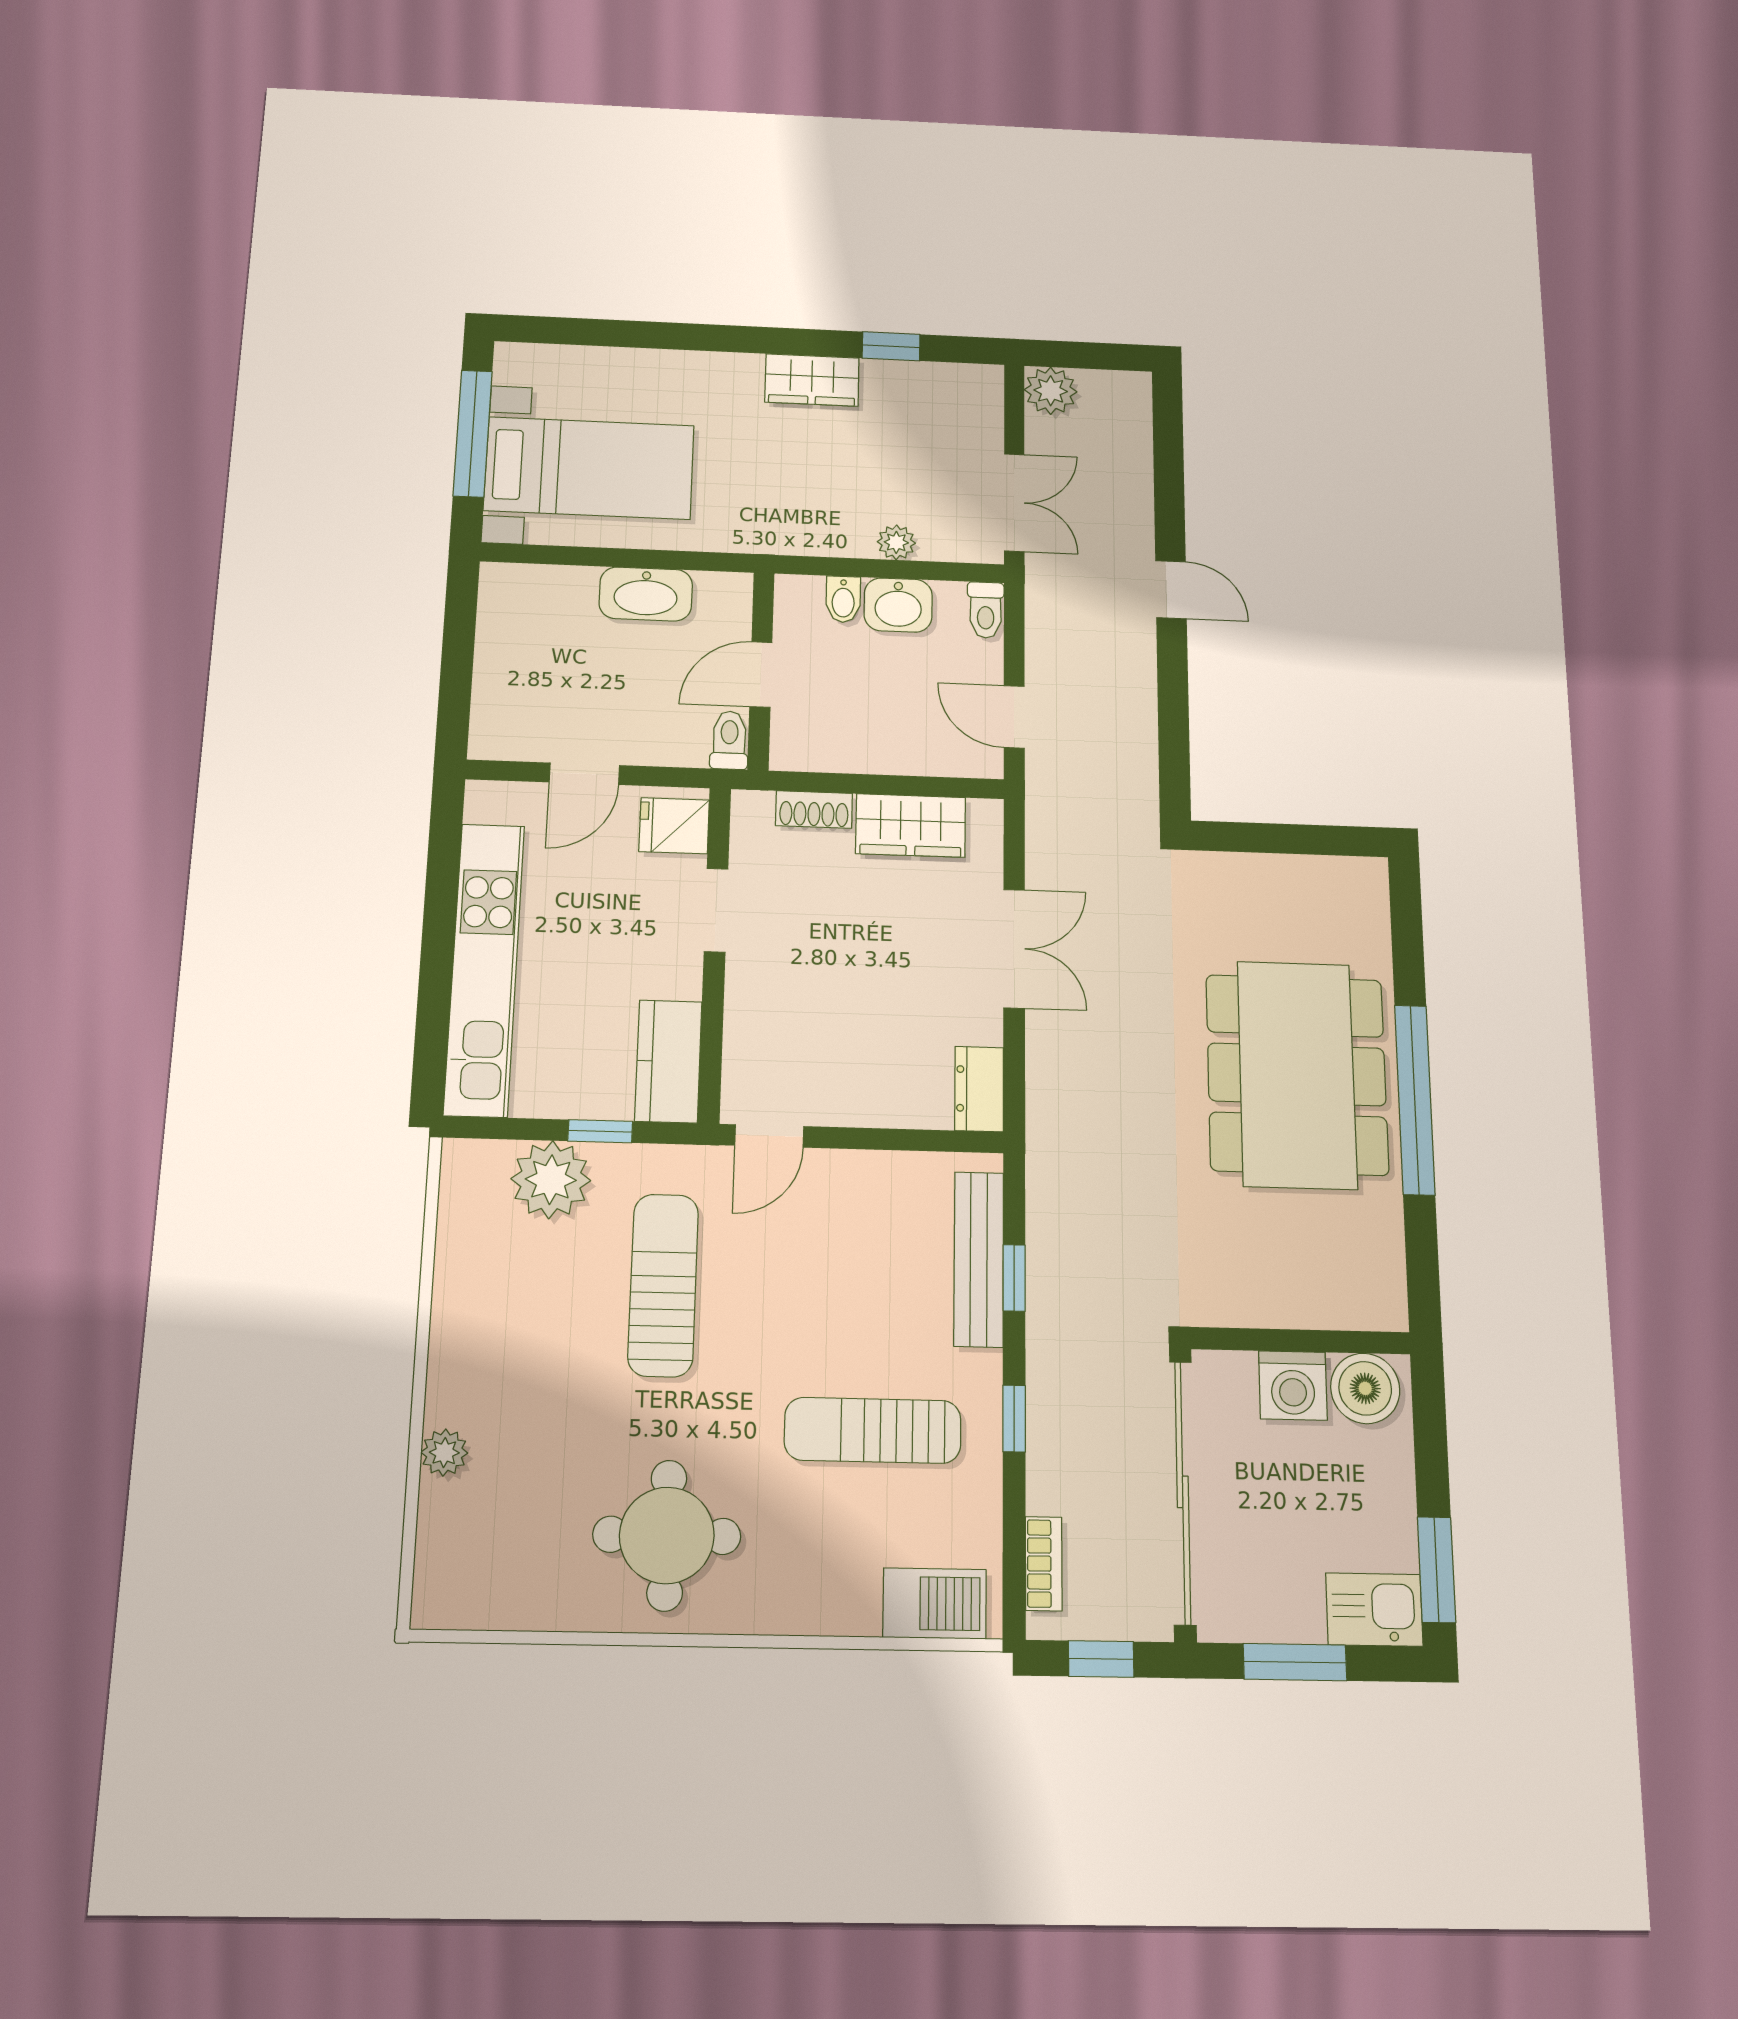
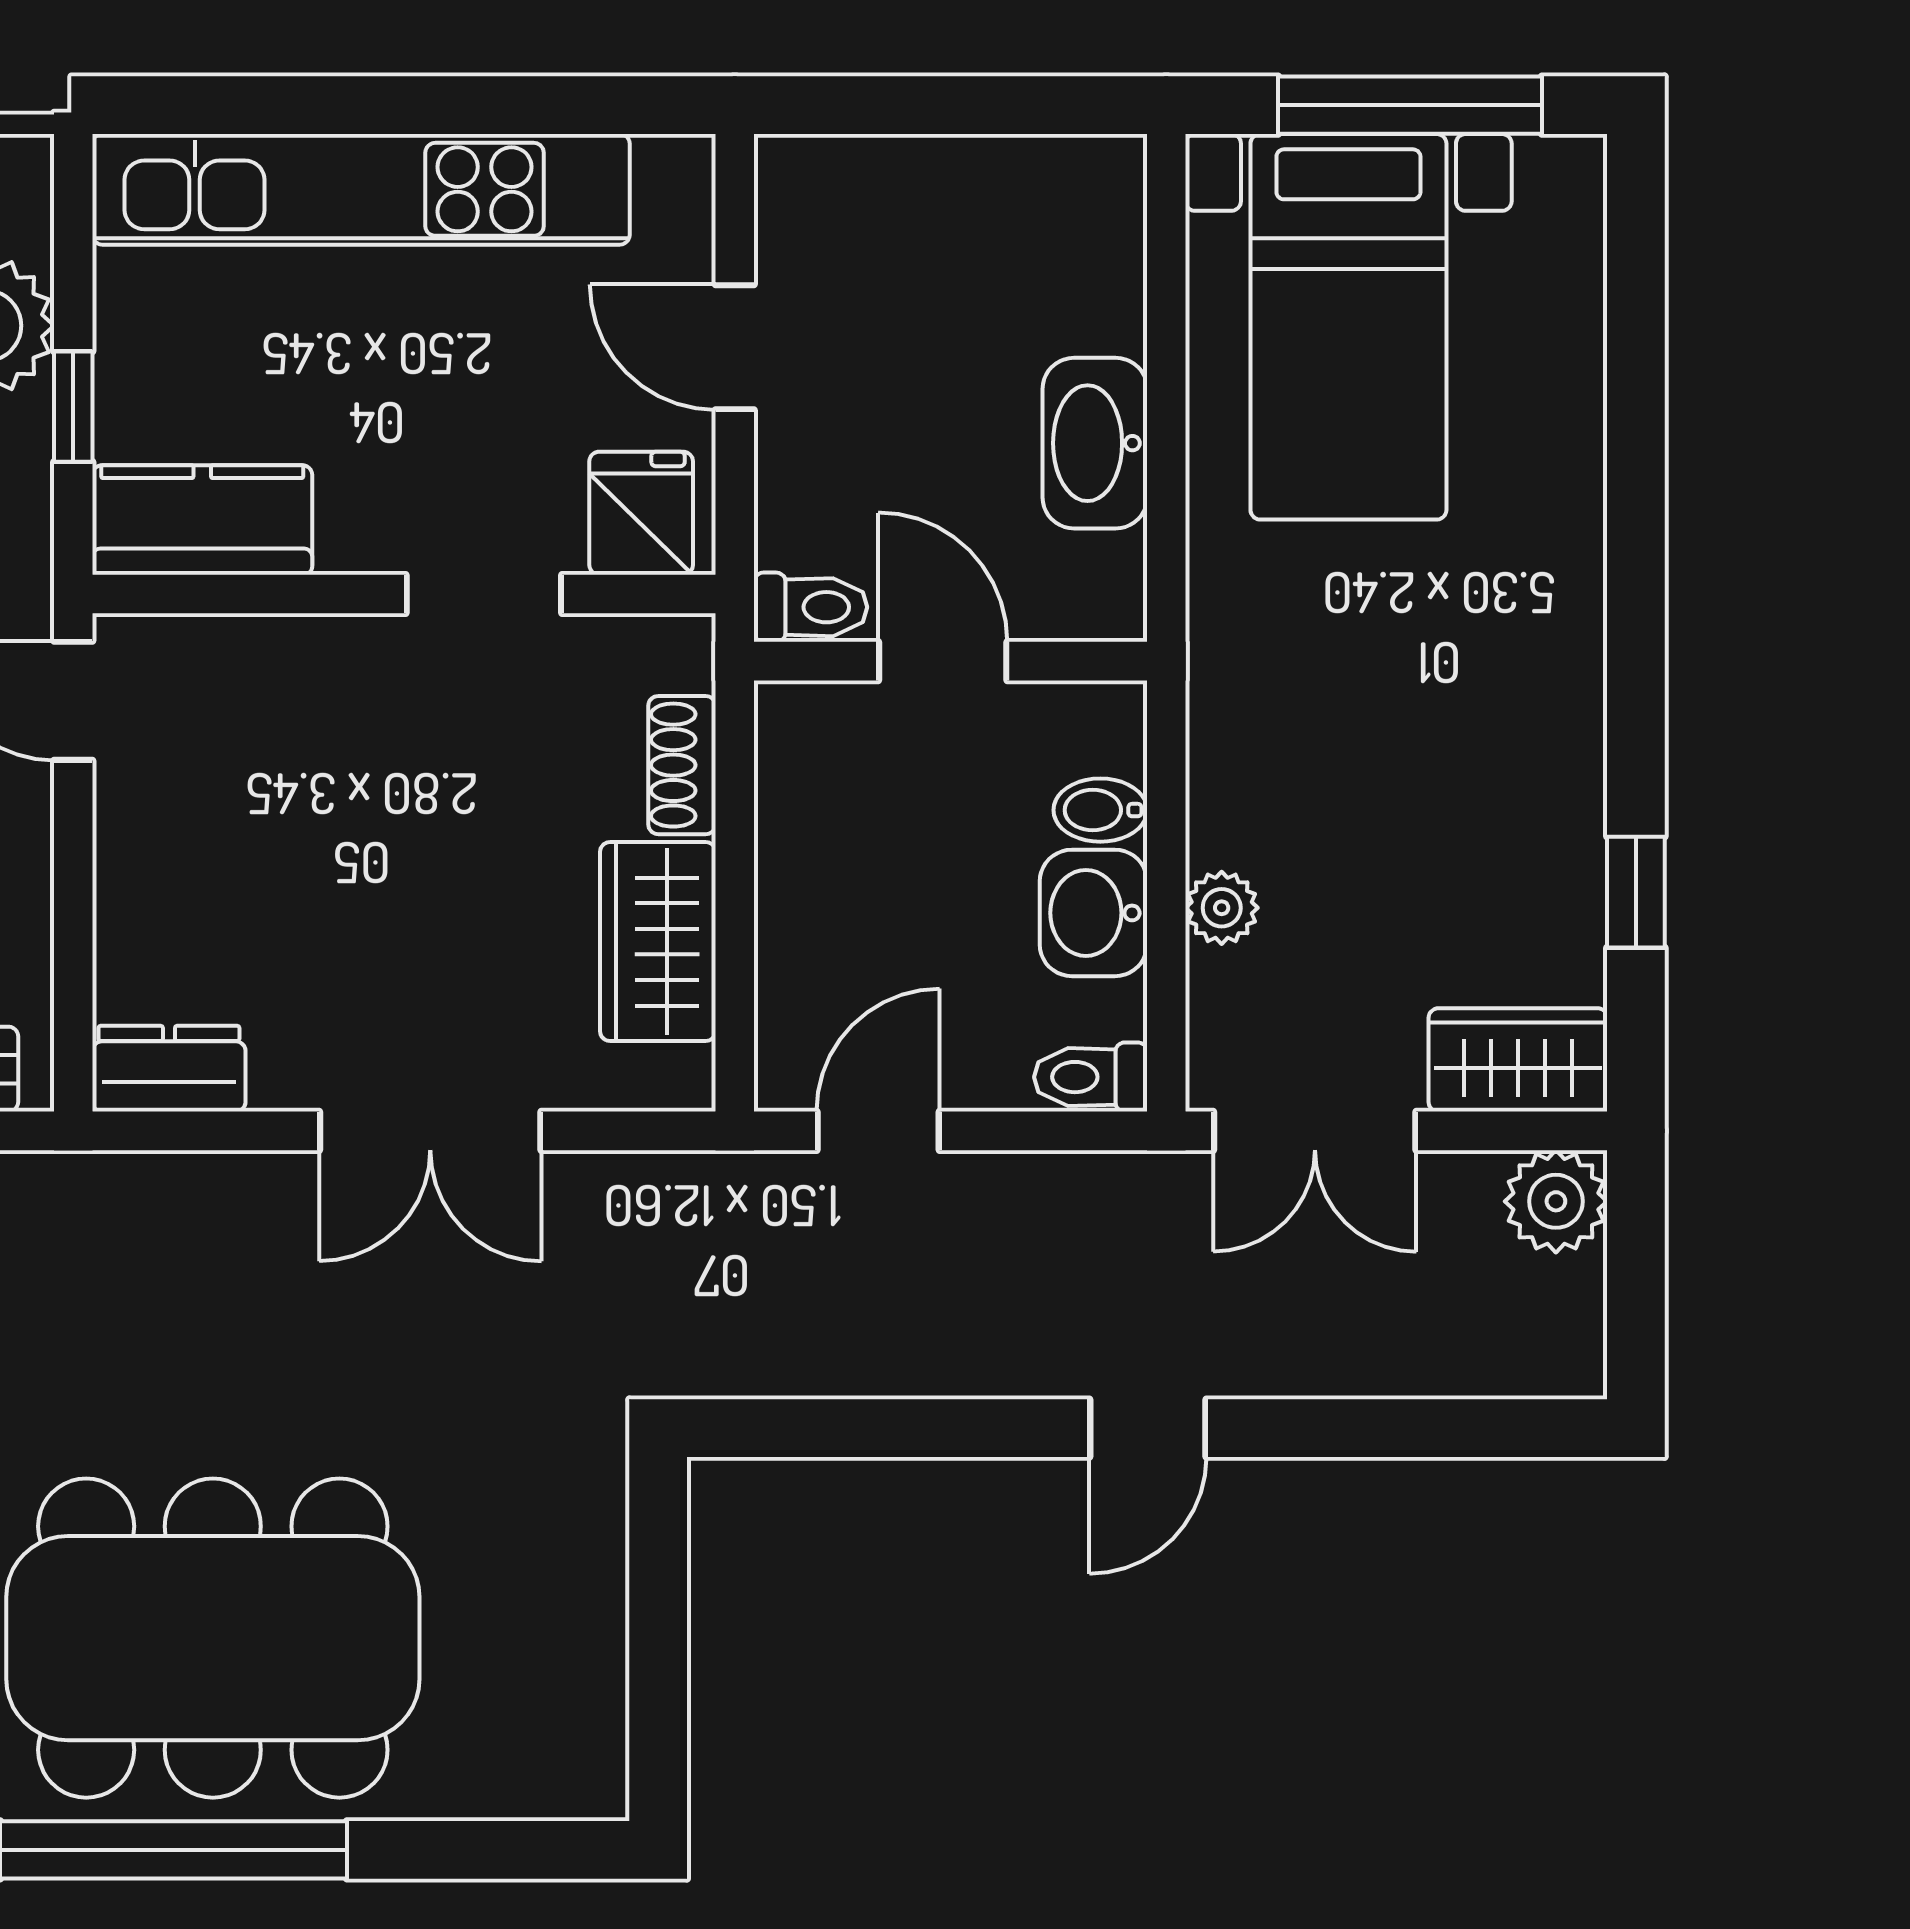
wardrobe: (812, 380) -> (1518, 1060), moved, turned 90

